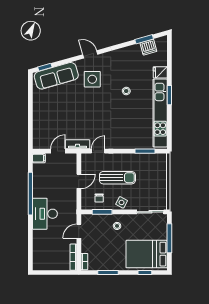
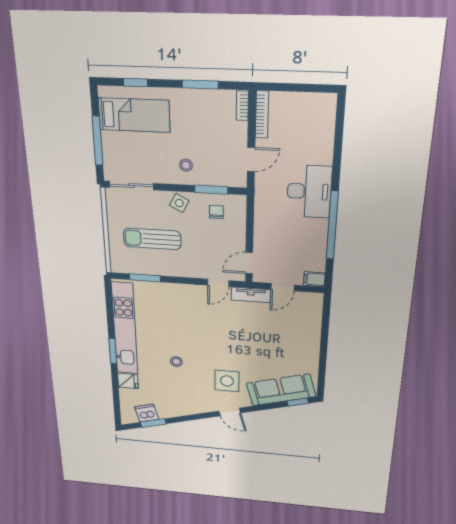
sun lounger: (117, 178) -> (152, 239), moved
door: (79, 181) -> (249, 263), moved
bed: (147, 254) -> (134, 115), width x0.67

